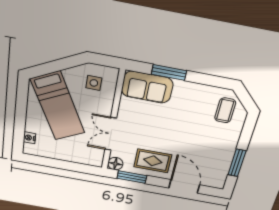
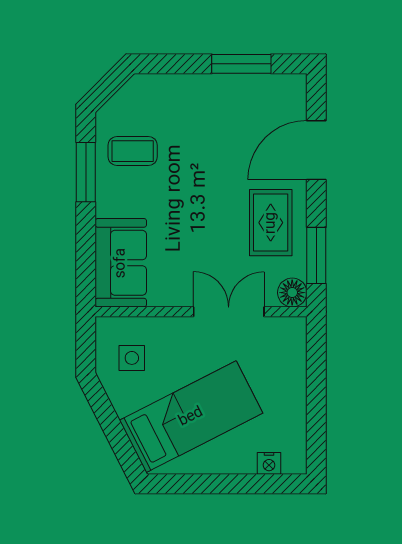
window: (169, 72) -> (86, 172), moved
coffee table: (225, 110) -> (133, 151), moved
double door: (111, 134) -> (229, 312), swing flipped

